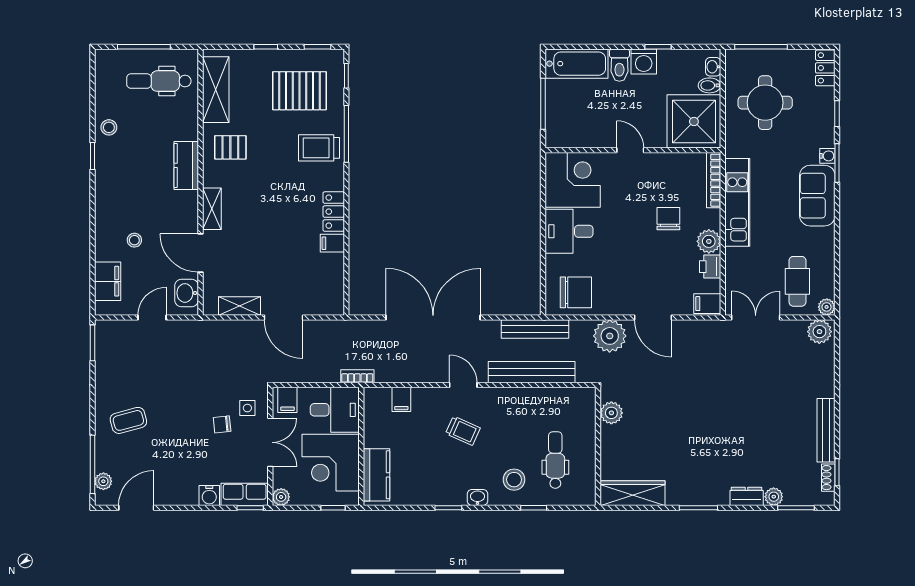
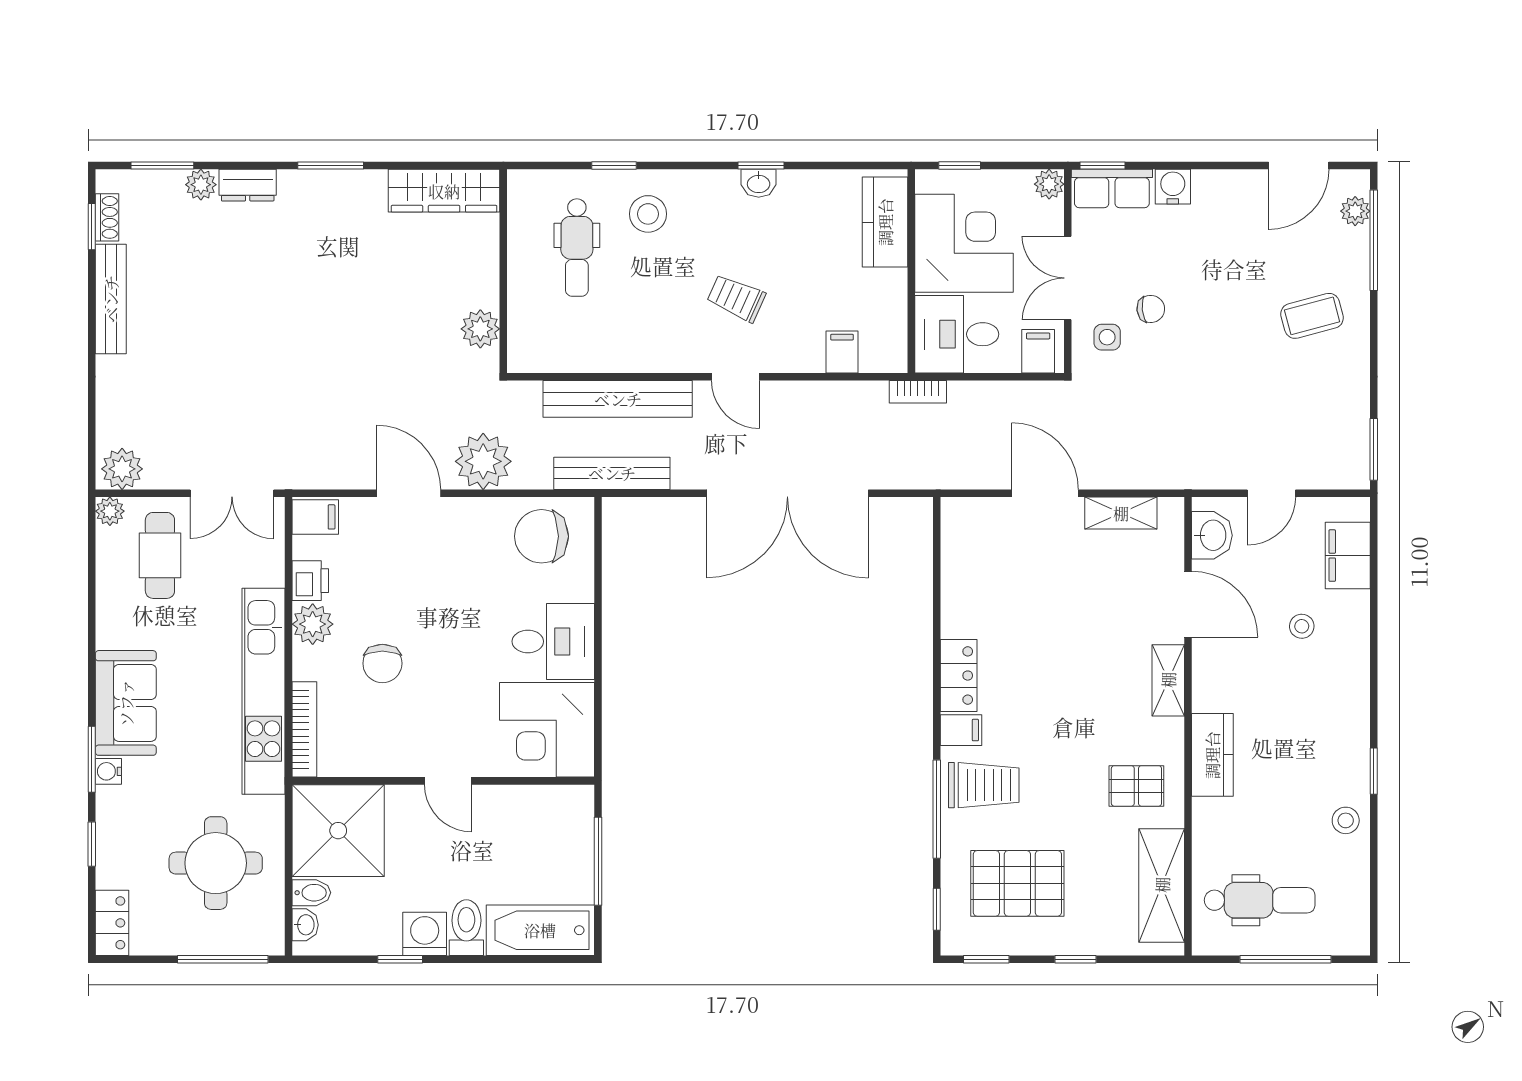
kitchen unit: (737, 202) -> (263, 691), width x1.36
filing cabinet: (332, 243) -> (961, 730), moved
washbasin: (477, 497) -> (759, 183), moved

